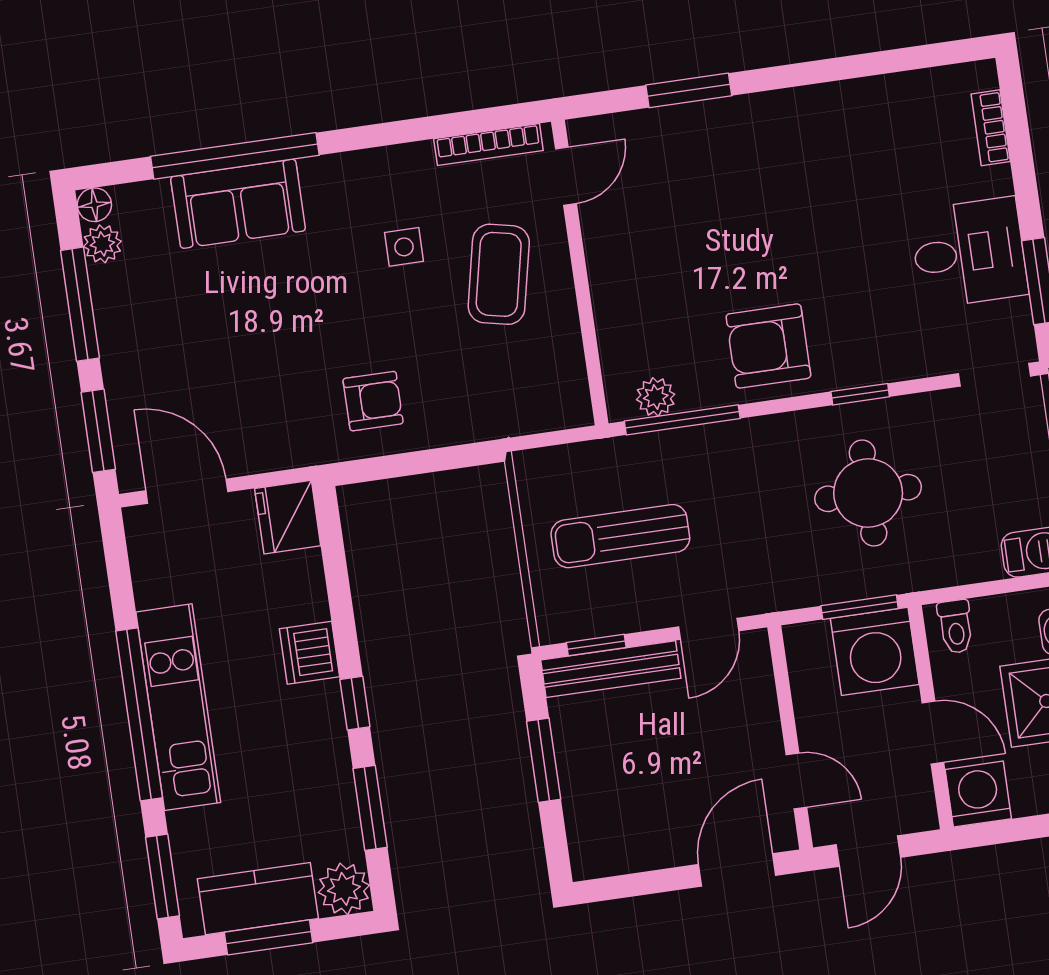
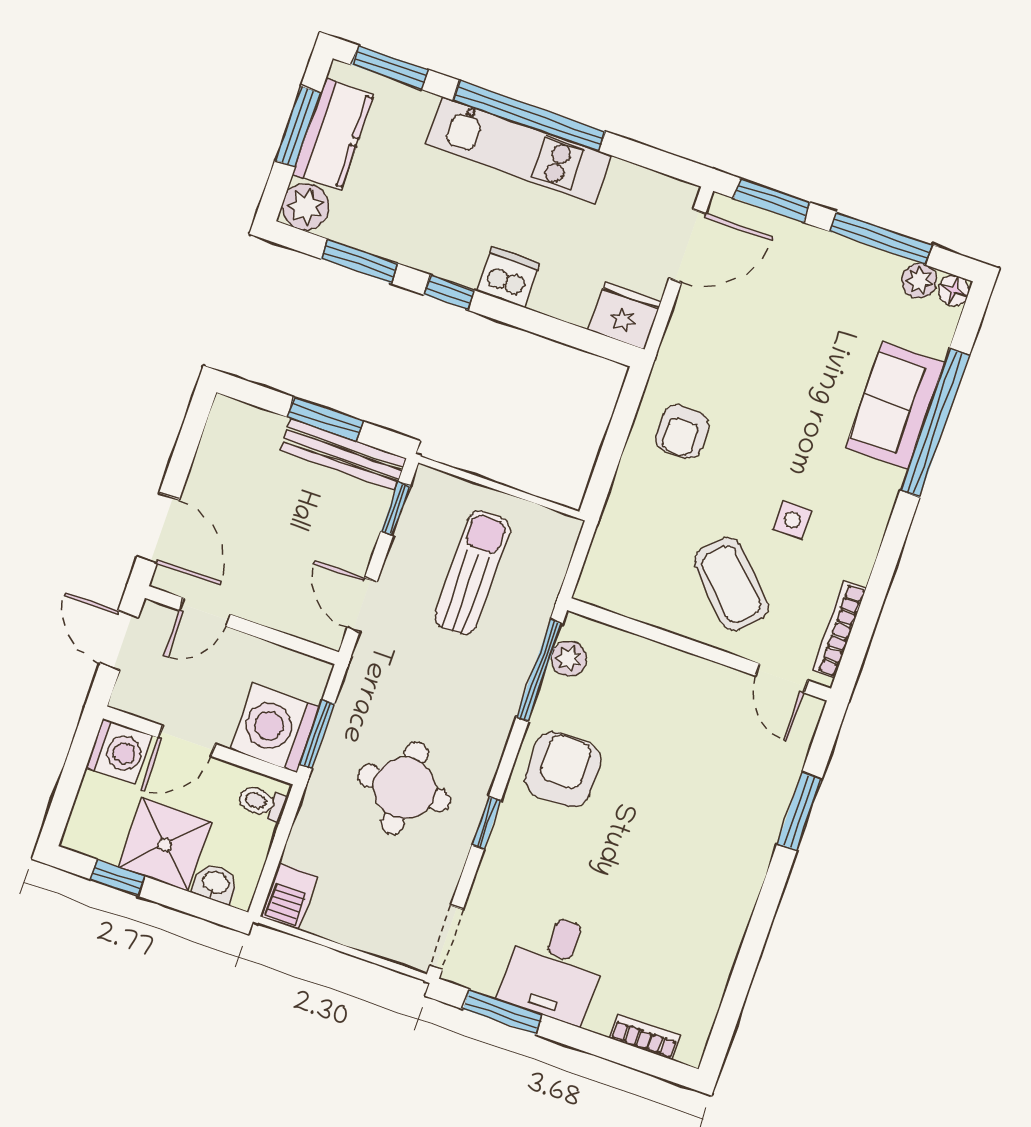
coffee table: (499, 274) -> (731, 584), turned 34
bench: (611, 669) -> (343, 454), moved, turned 90

